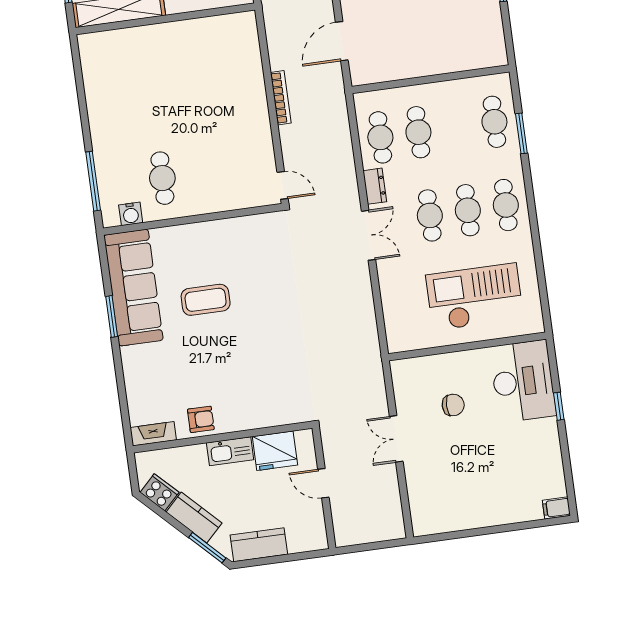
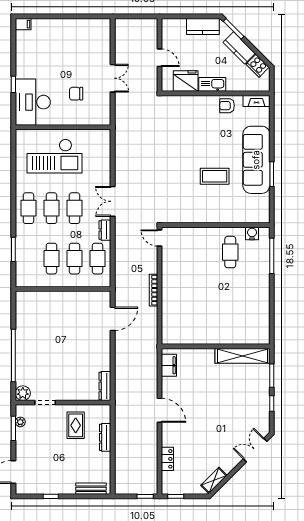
cafe table: (494, 122) -> (51, 259), moved
sofa: (133, 288) -> (256, 160), moved

